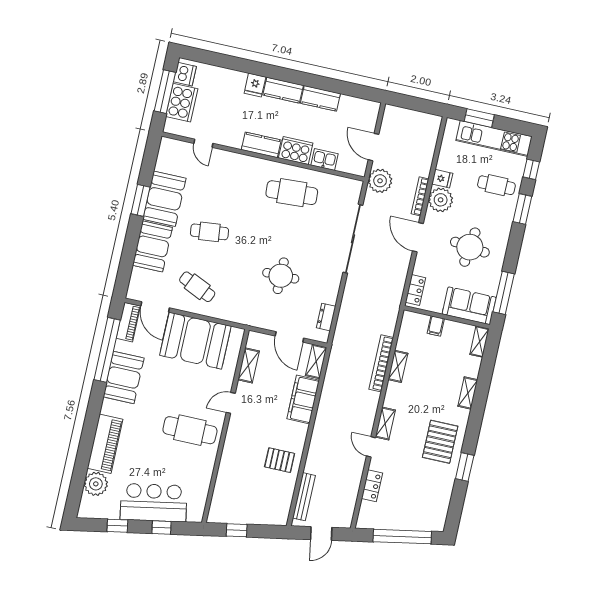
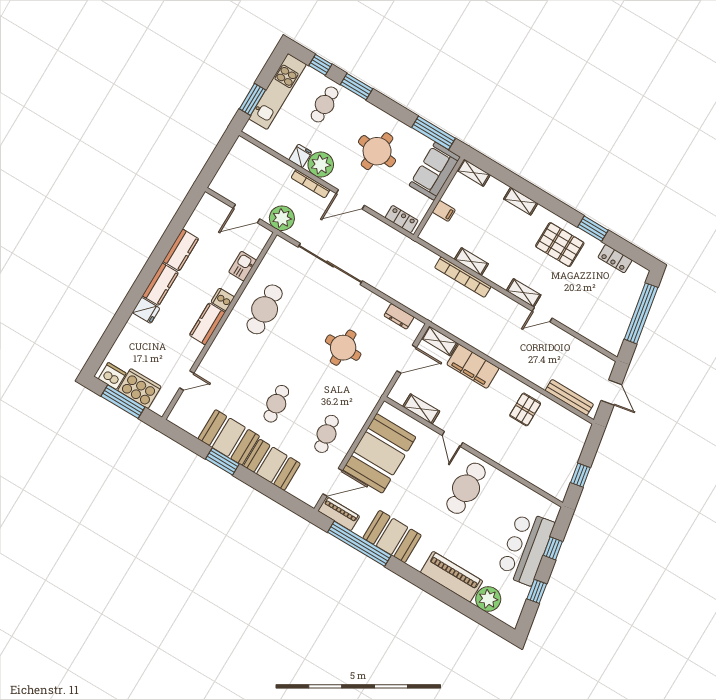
cooker: (296, 150) -> (223, 299), width x0.53, depth x0.76
cafe table: (197, 287) -> (327, 434), turned -33
locker: (372, 486) -> (615, 259), moved, turned 180

